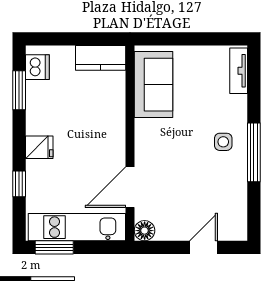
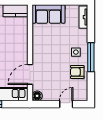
sofa: (153, 85) -> (48, 14), moved, turned 90
armchair: (226, 182) -> (77, 72), added

